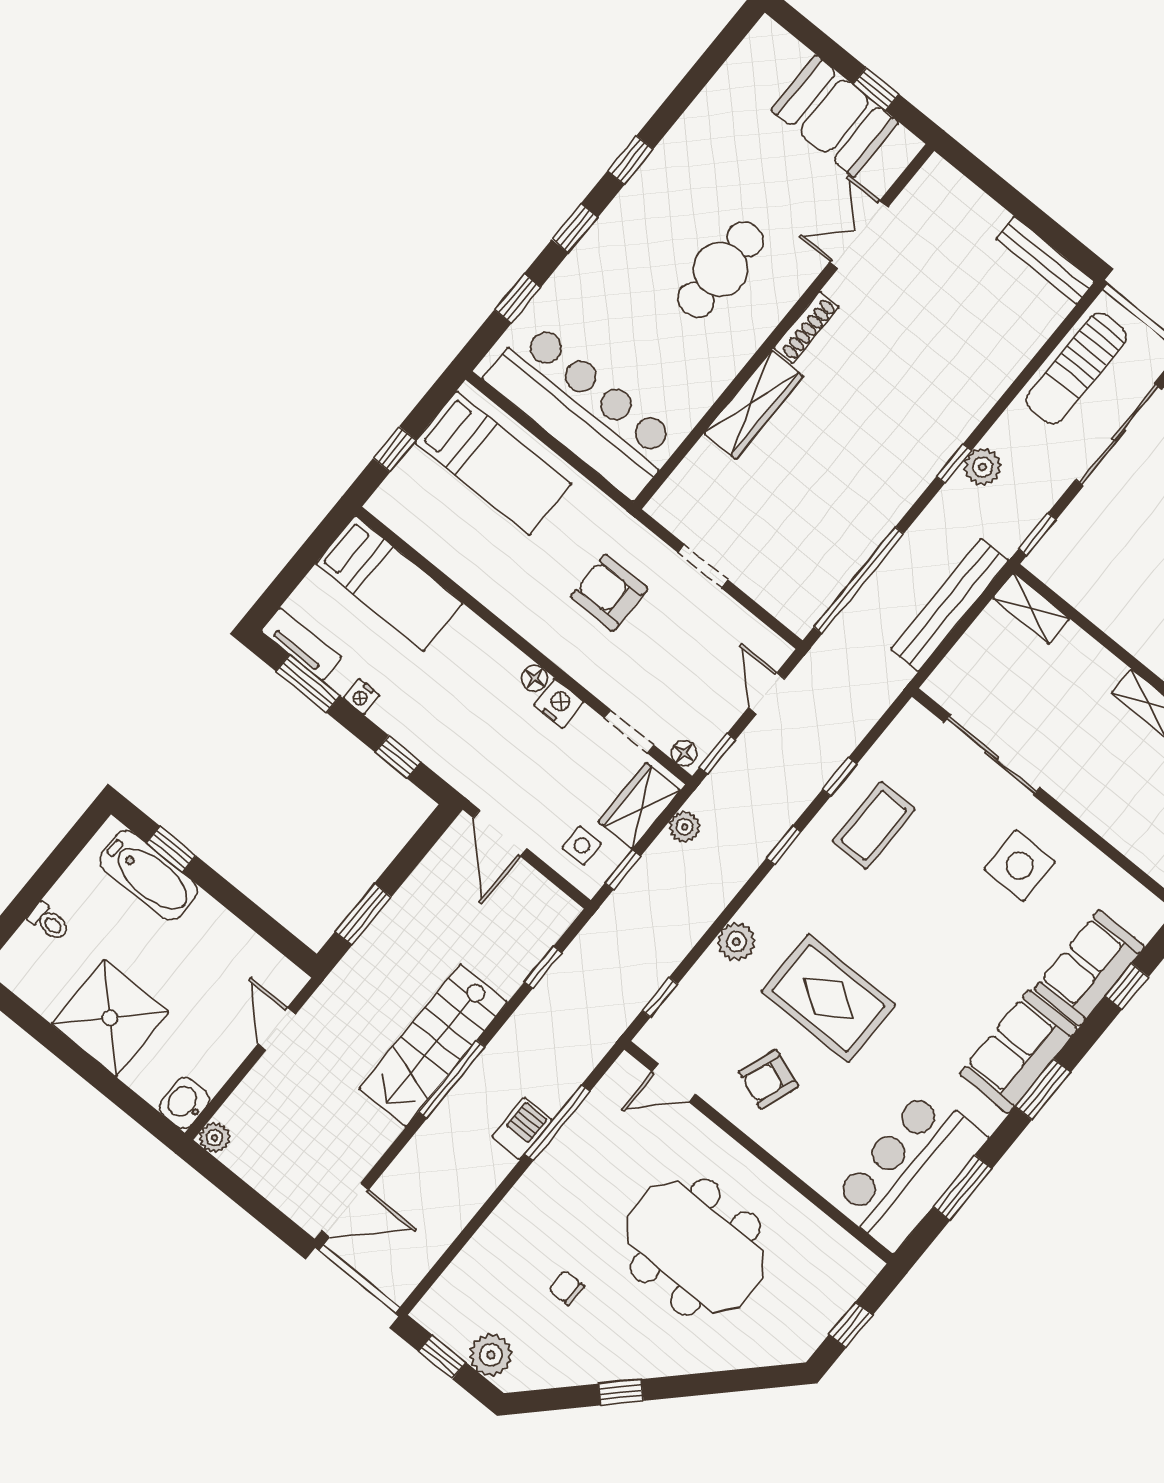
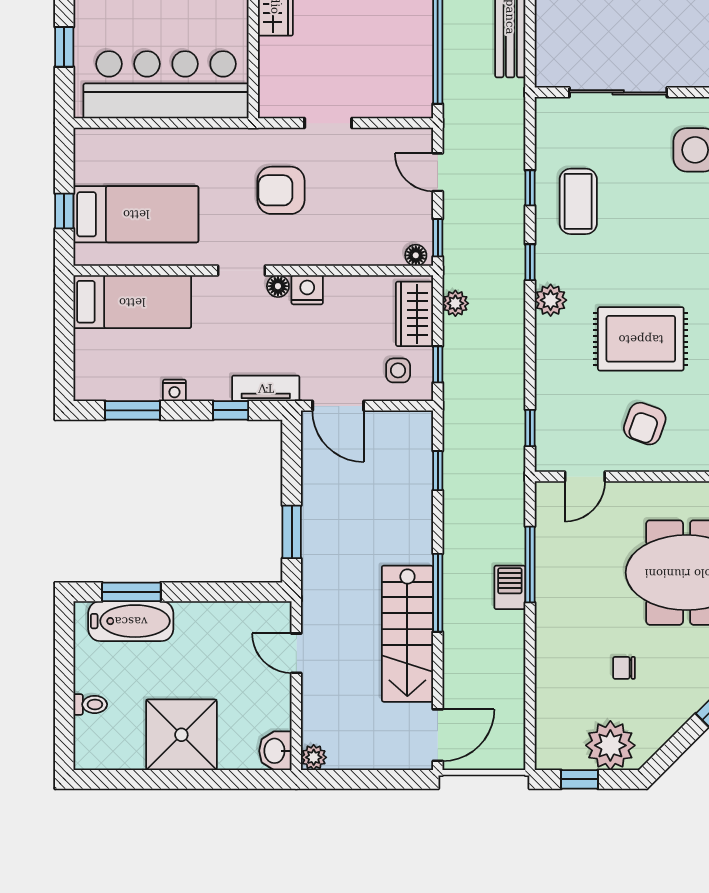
bed: (493, 463) -> (136, 214), moved
tv unit: (301, 644) -> (266, 388), moved
doorway: (629, 732) -> (241, 271), moved
window: (171, 849) -> (131, 592), width x1.50
plant: (736, 942) -> (551, 300), moved
stairs: (433, 1045) -> (407, 634), moved
plant: (491, 1355) -> (610, 745), width x1.36, depth x1.36

